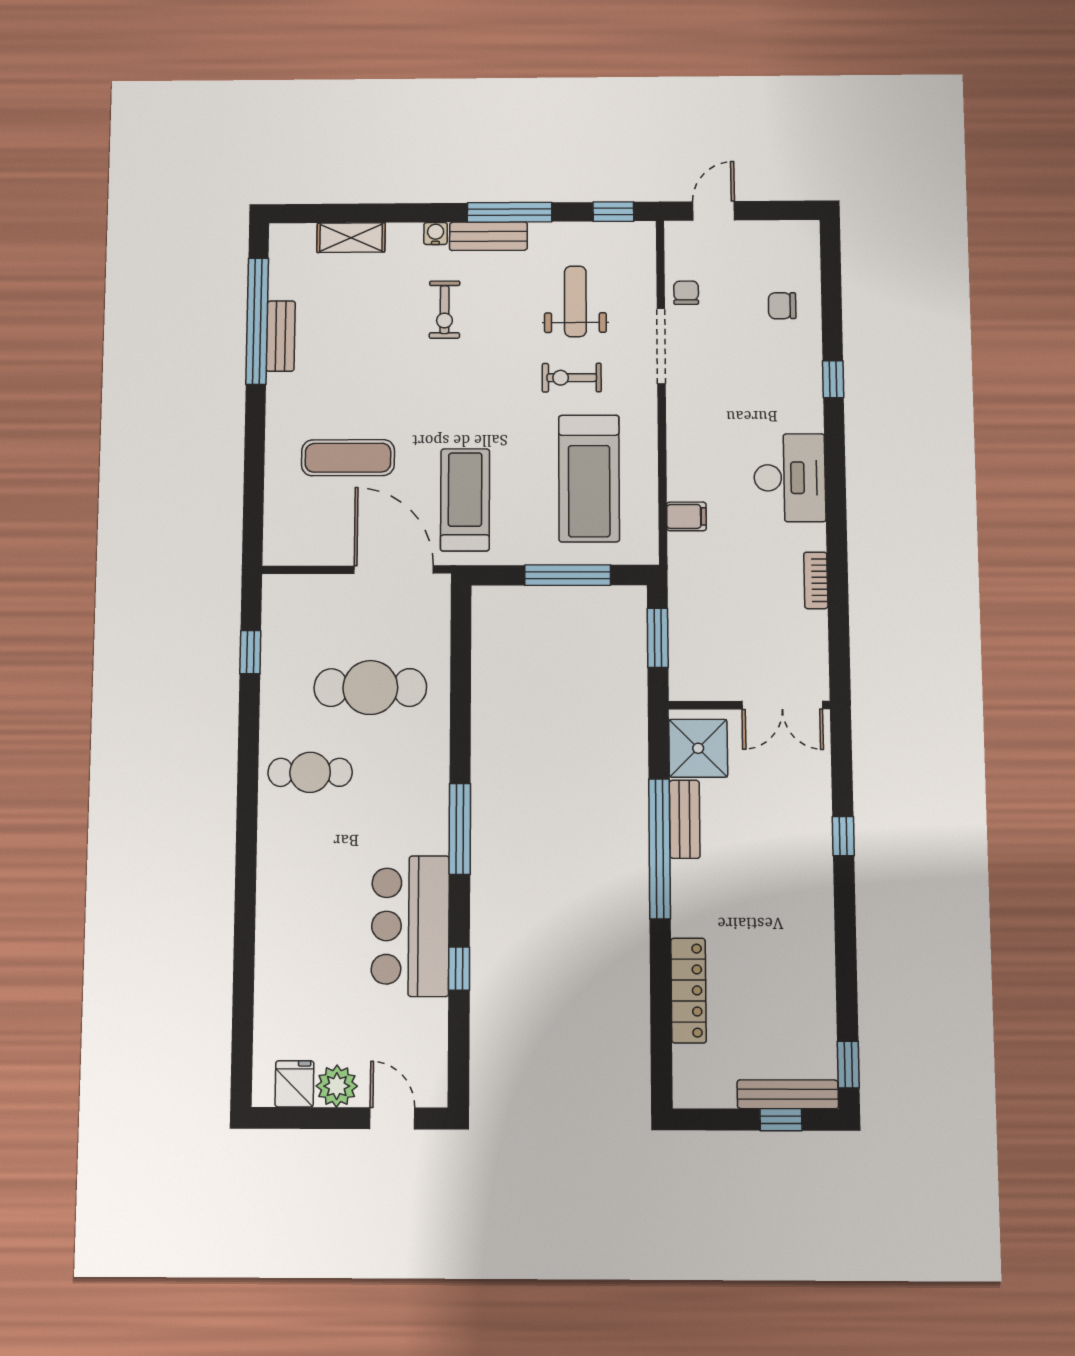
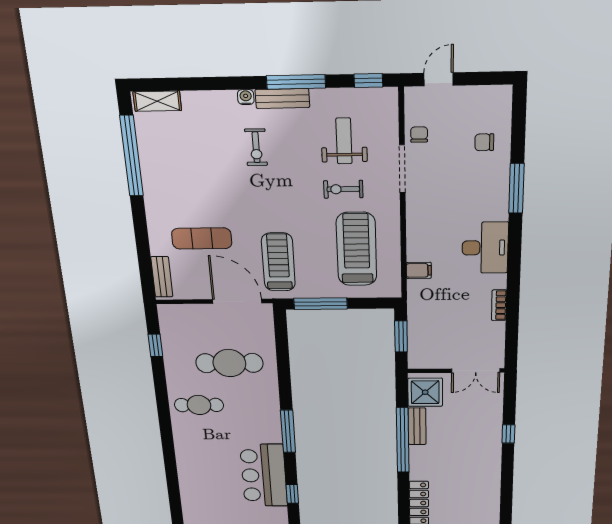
shelving: (351, 238) -> (157, 101), moved
bench: (281, 336) -> (162, 277), moved
window: (833, 379) -> (516, 188), width x2.17
treadmill: (589, 478) -> (357, 249), turned 180
window: (568, 575) -> (321, 304), moved

